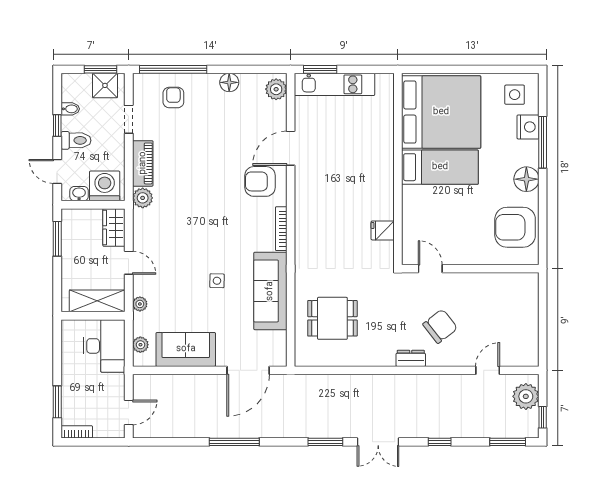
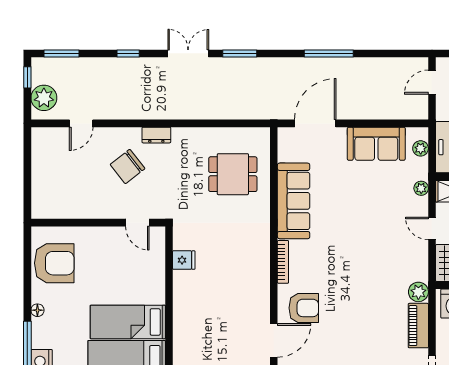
floor lamp: (526, 179) -> (37, 310), width x0.53, depth x0.53
side table: (217, 281) -> (346, 211), removed

